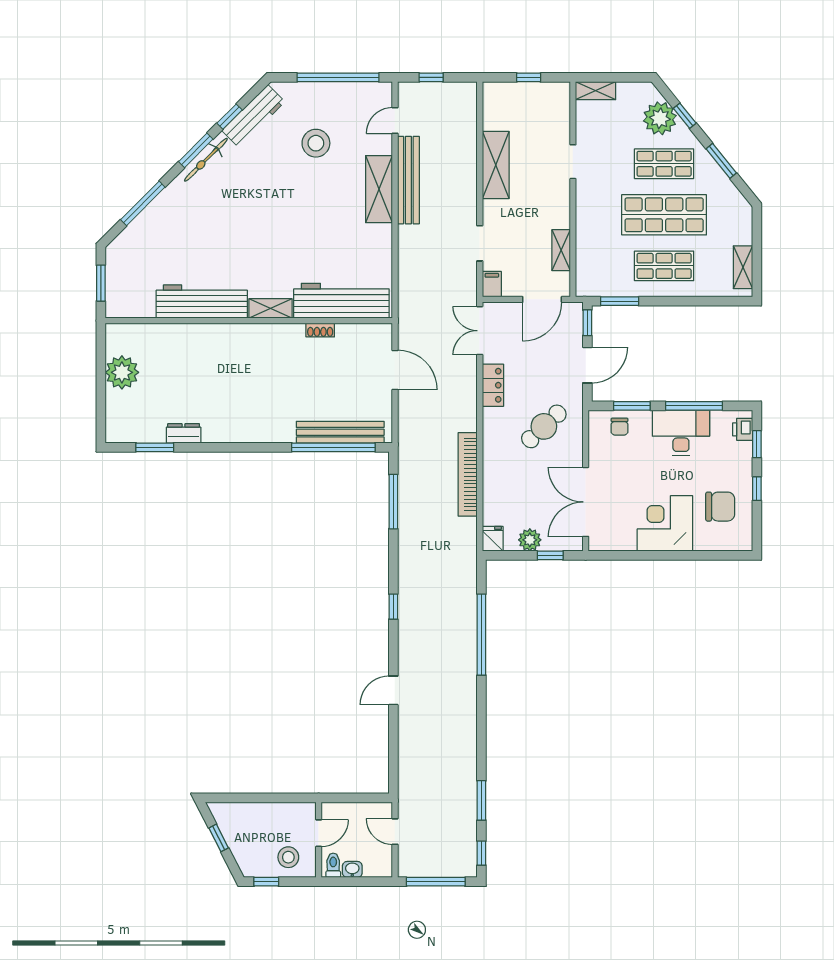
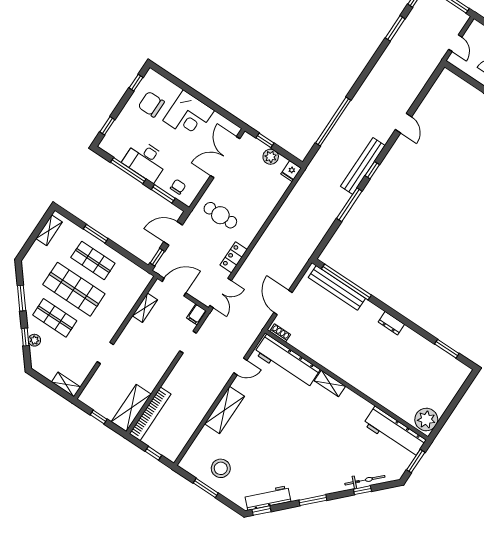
window: (338, 77) -> (206, 488), width x0.47
window: (230, 117) -> (262, 511), moved
plant: (660, 118) -> (34, 340), width x0.53, depth x0.53
door: (395, 121) -> (240, 367), moved
stool: (316, 143) -> (221, 468), moved
bicycle: (206, 160) -> (365, 480), moved
shelving: (496, 165) -> (131, 408), moved
bench: (408, 180) -> (363, 166), moved
window: (143, 203) -> (362, 490), width x0.46
workbench: (202, 301) -> (395, 432), moved
window: (620, 301) -> (96, 234), moved
shoe rack: (320, 330) -> (280, 333), moved
plant: (122, 372) -> (426, 419), moved
cafe table: (544, 426) -> (220, 215), turned 43
printer: (743, 429) -> (110, 139), removed
dresser: (184, 433) -> (391, 323), moved
bookcase: (468, 474) -> (150, 414), moved
window: (757, 489) -> (136, 83), moved
window: (393, 502) -> (349, 205), moved
double door: (586, 502) -> (225, 157), swing flipped
door: (393, 690) -> (404, 123), hinge flipped

